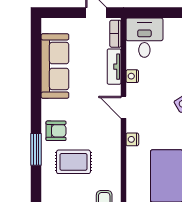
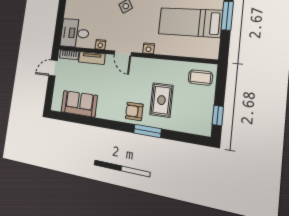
sofa: (55, 66) -> (79, 104), width x0.73
door: (123, 107) -> (123, 53), hinge flipped
armchair: (56, 131) -> (134, 111), turned -90

